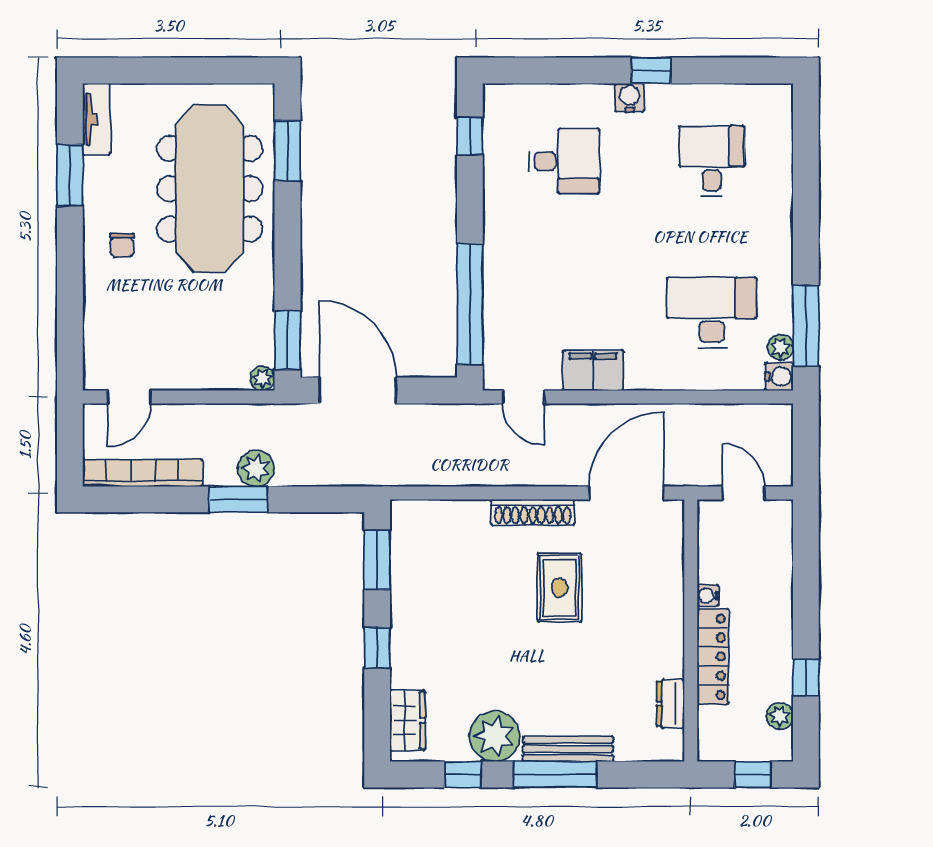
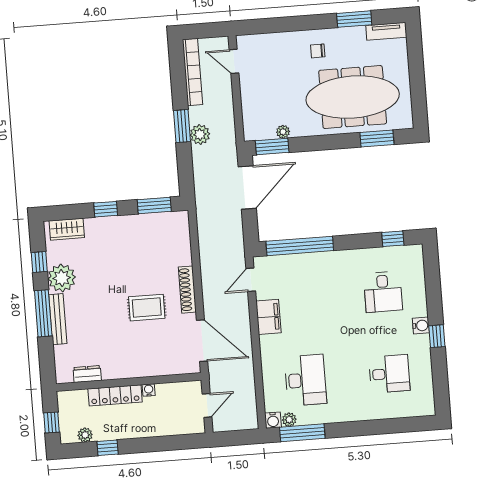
plant: (263, 378) -> (283, 132), moved

